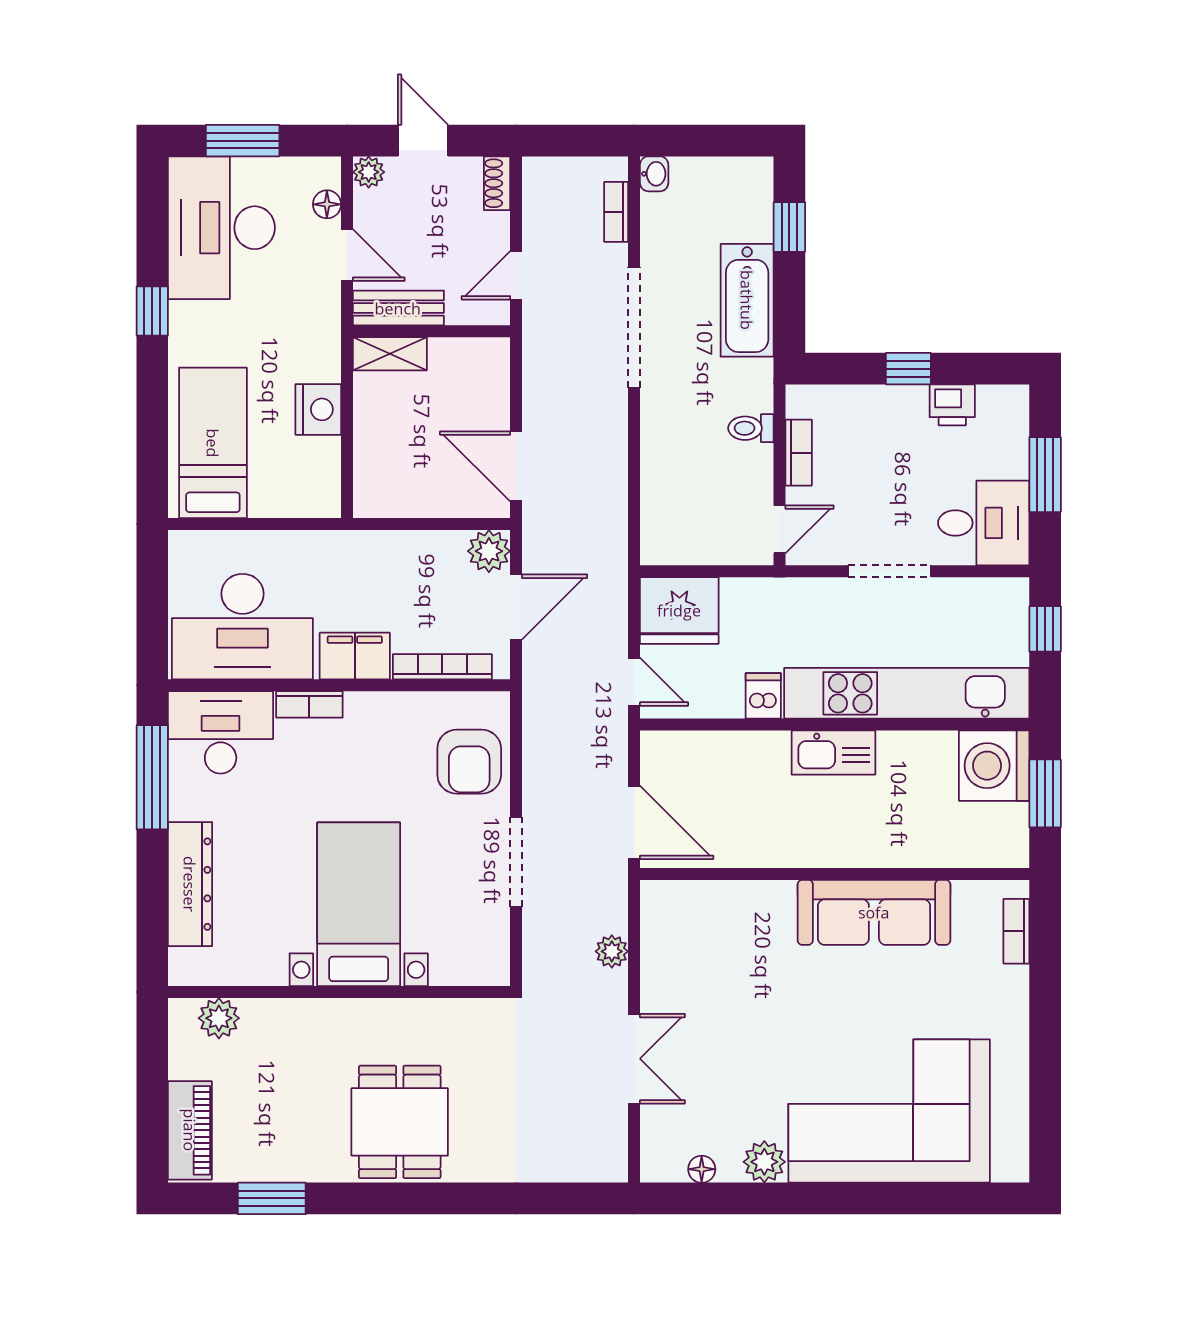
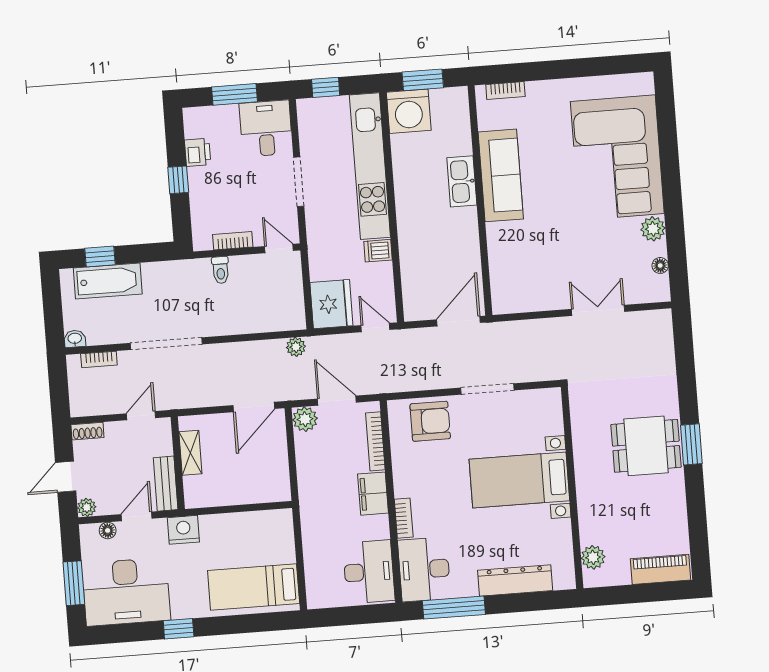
door: (516, 275) -> (141, 416), swing flipped
bathtub: (747, 300) -> (108, 281), moved
shelving: (390, 354) -> (190, 453), moved
nightstand: (318, 409) -> (183, 530), moved
desk: (242, 627) -> (369, 572), width x0.73, depth x0.77
door: (634, 682) -> (375, 328), hinge flipped
kitchen sink: (833, 753) -> (462, 181), moved, turned 180
plant: (612, 951) -> (296, 347), moved
window: (272, 1198) -> (691, 444), moved

